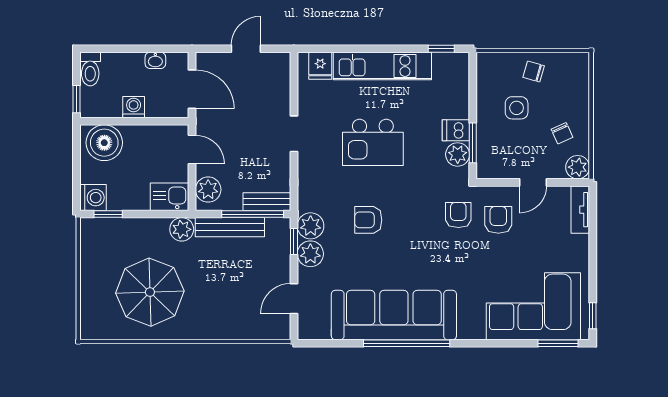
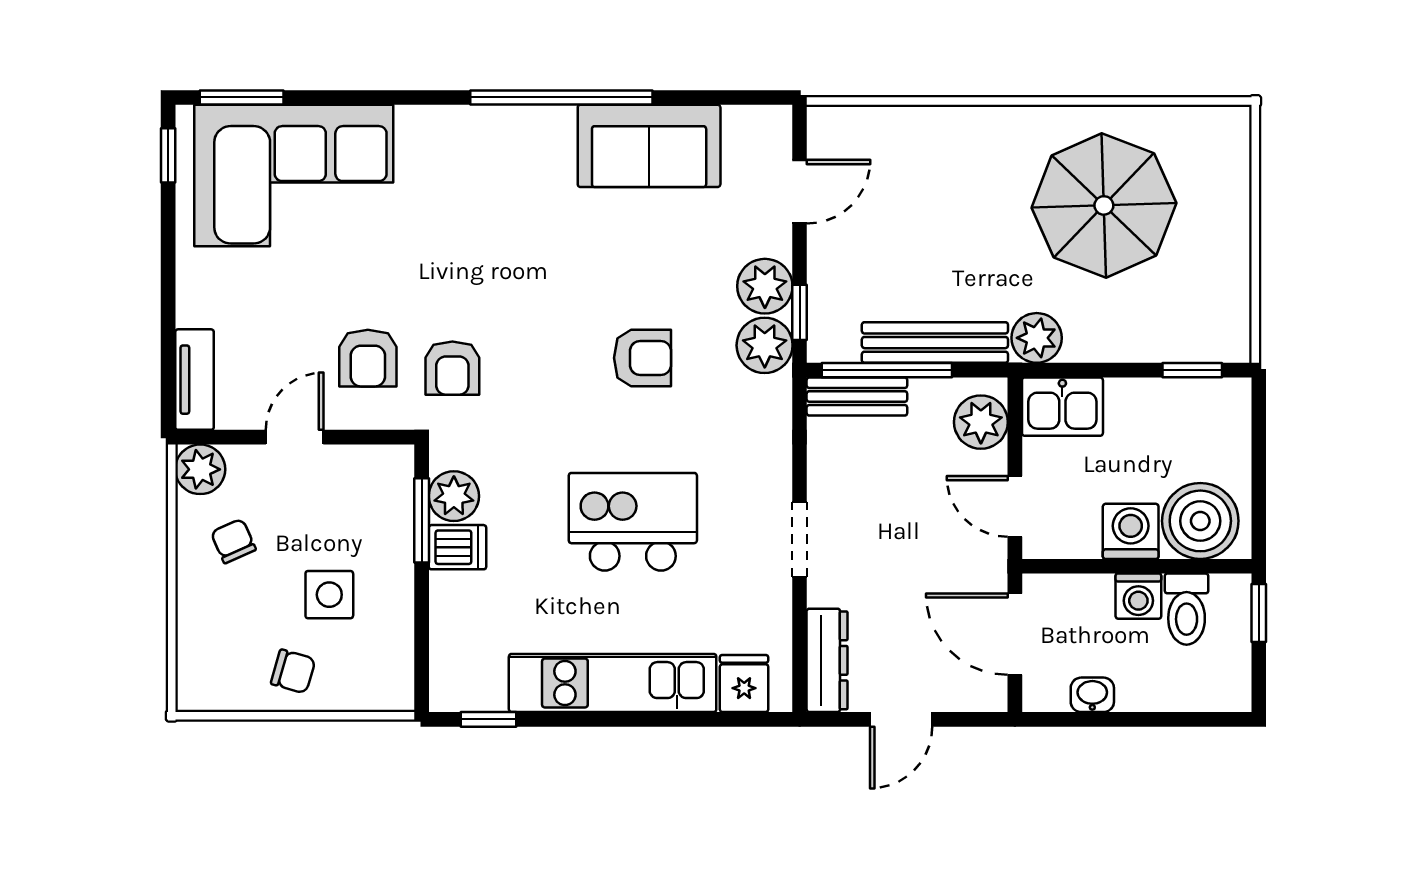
toilet: (90, 69) -> (1187, 609), moved, turned 180
dresser: (281, 77) -> (827, 660), added
washing machine: (93, 198) -> (1131, 531), moved, turned 90
sofa: (394, 315) -> (649, 146), width x0.54, depth x0.79

